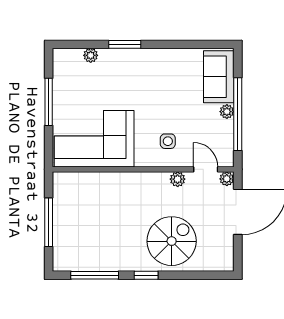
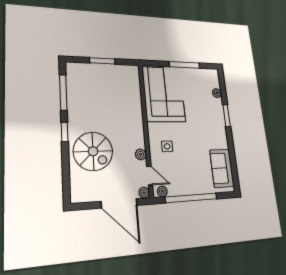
sofa: (219, 77) -> (222, 168), moved, turned -90
plant: (227, 112) -> (162, 191), moved
door: (206, 169) -> (150, 176), hinge flipped
window: (49, 222) -> (102, 61), width x0.69

